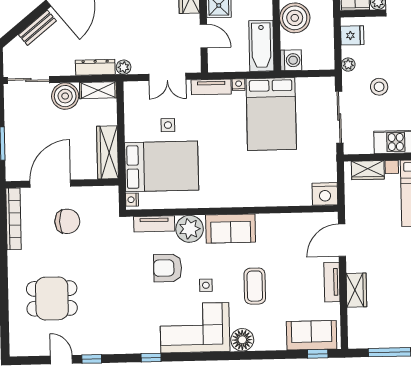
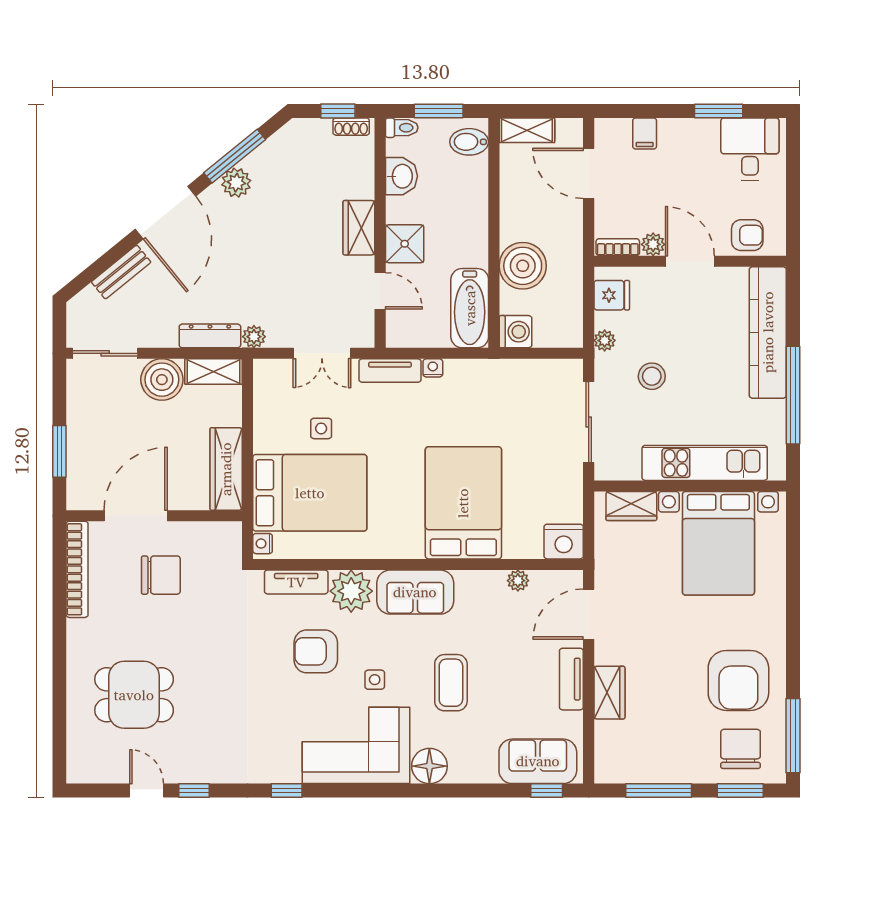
bed: (271, 114) -> (463, 503), moved, turned 180
plant: (296, 220) -> (518, 581), added

